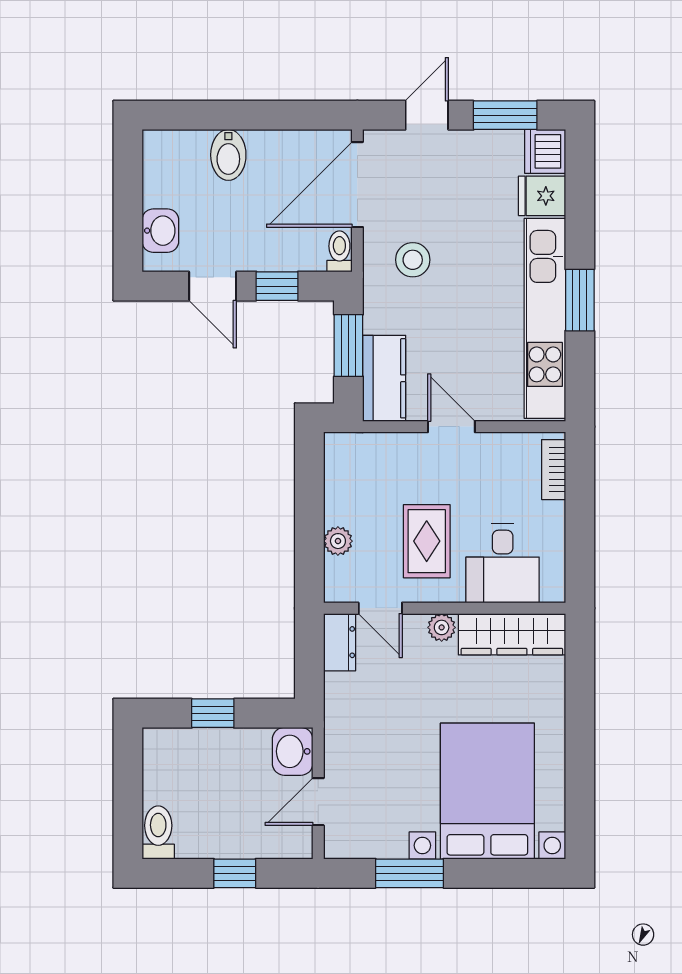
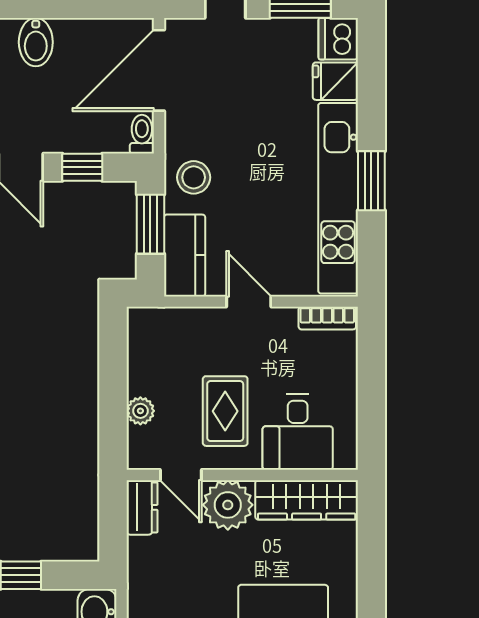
stool: (413, 260) -> (194, 177), moved
bookcase: (554, 470) -> (327, 318), moved, turned -90
plant: (442, 627) -> (228, 505), width x1.87, depth x1.87

